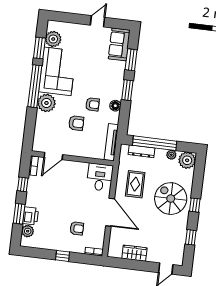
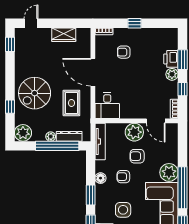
side table: (97, 71) -> (123, 210), added
plant: (76, 147) -> (134, 132), added
plant: (171, 155) -> (51, 137), moved
door: (53, 156) -> (156, 121), swing flipped
spiral stairs: (171, 199) -> (35, 93), turned 90
window: (195, 205) -> (10, 107), moved
plant: (28, 231) -> (172, 74), moved
window: (191, 237) -> (10, 44), moved

